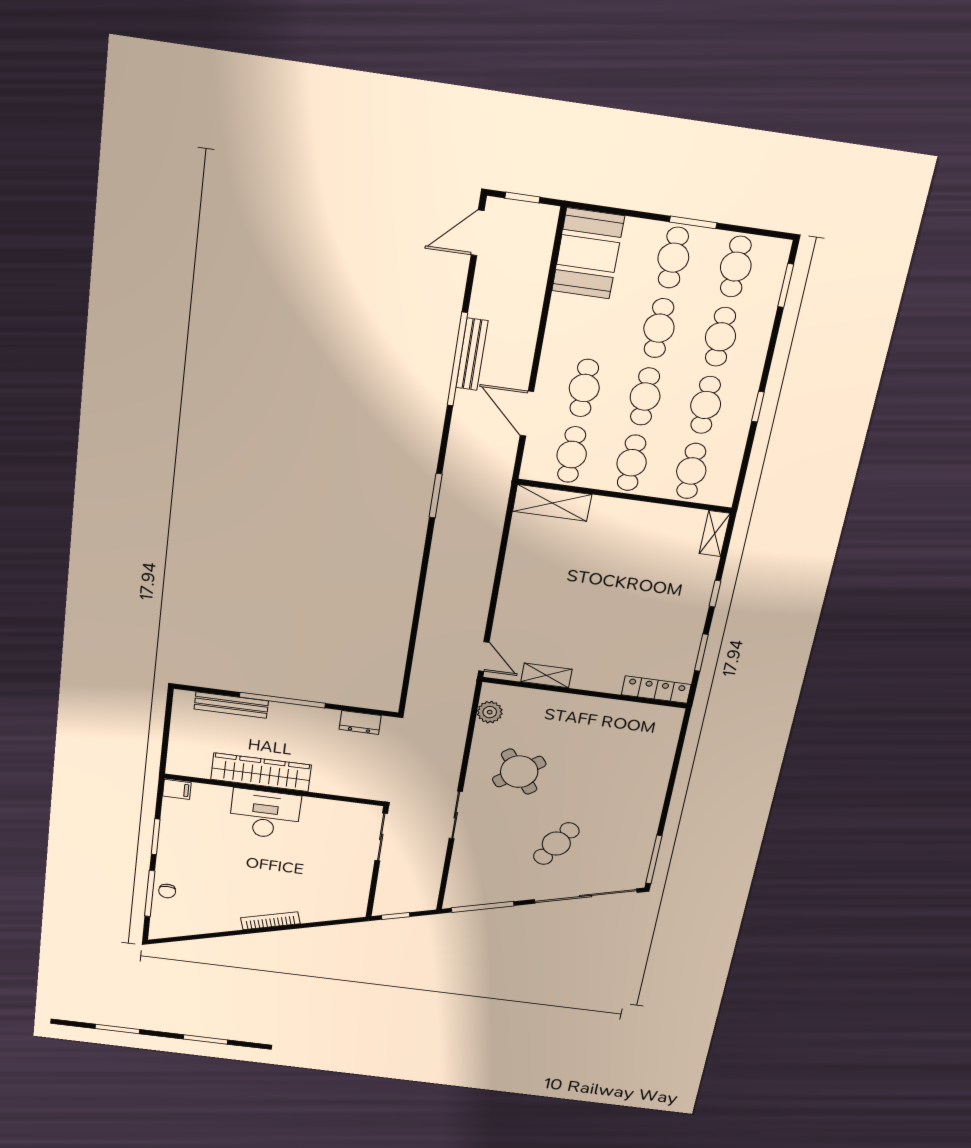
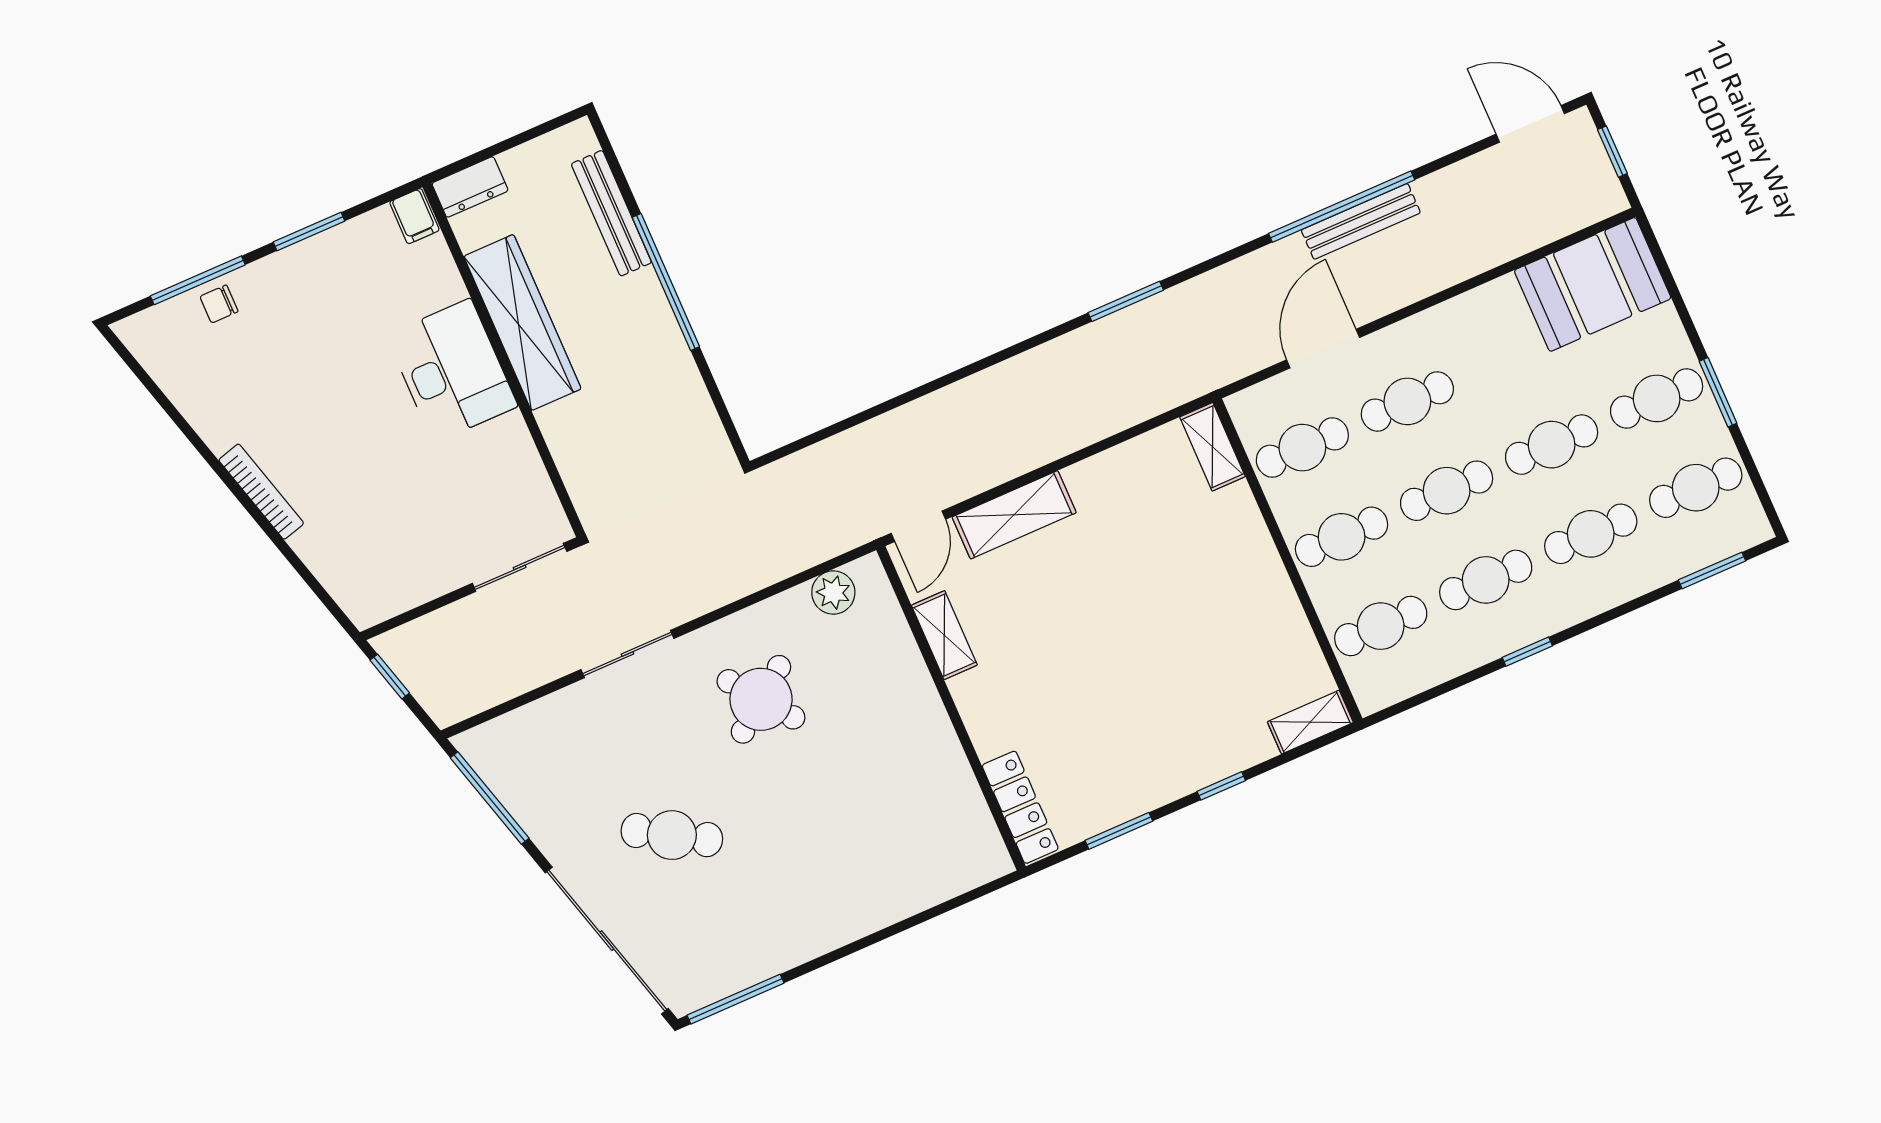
shelving: (552, 503) -> (1212, 447), width x0.67, depth x0.75
shelving: (509, 610) -> (1014, 515), added
dresser: (360, 722) -> (470, 187), moved, turned -90

